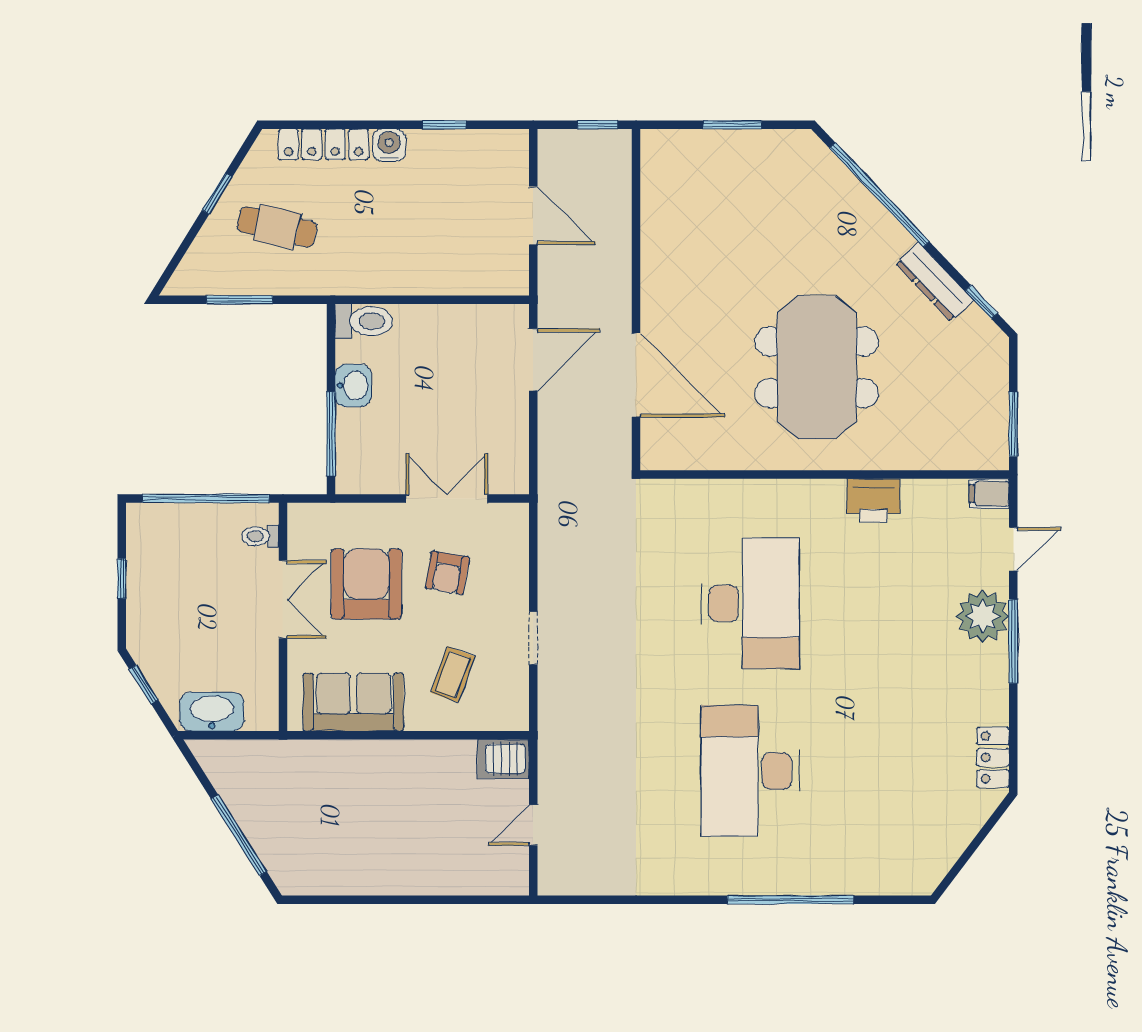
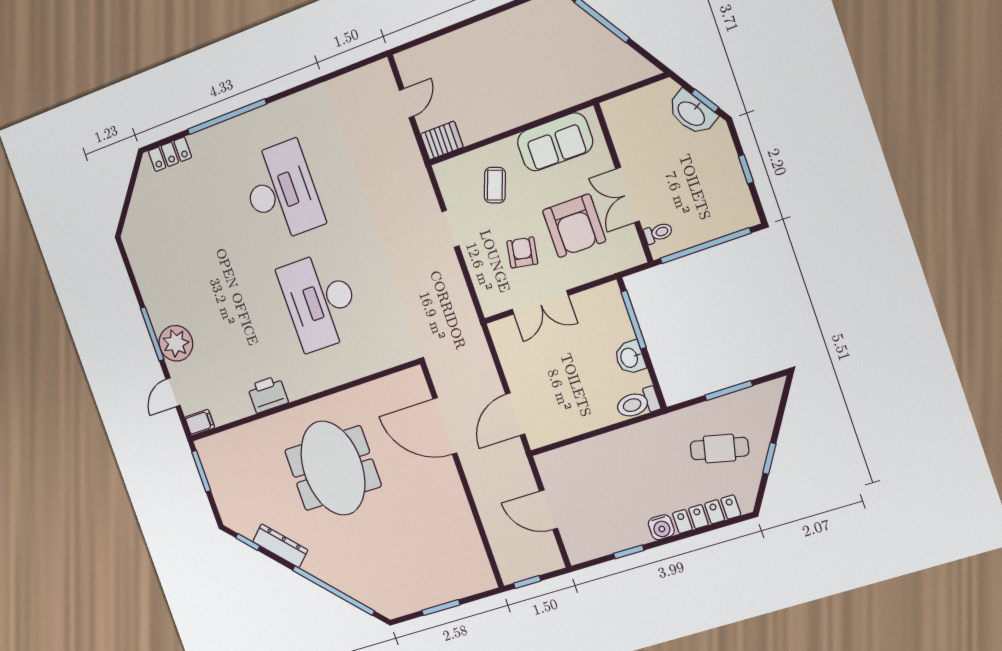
washbasin: (212, 712) -> (692, 113), moved, turned 58
locker: (993, 757) -> (170, 154), moved, turned 90

